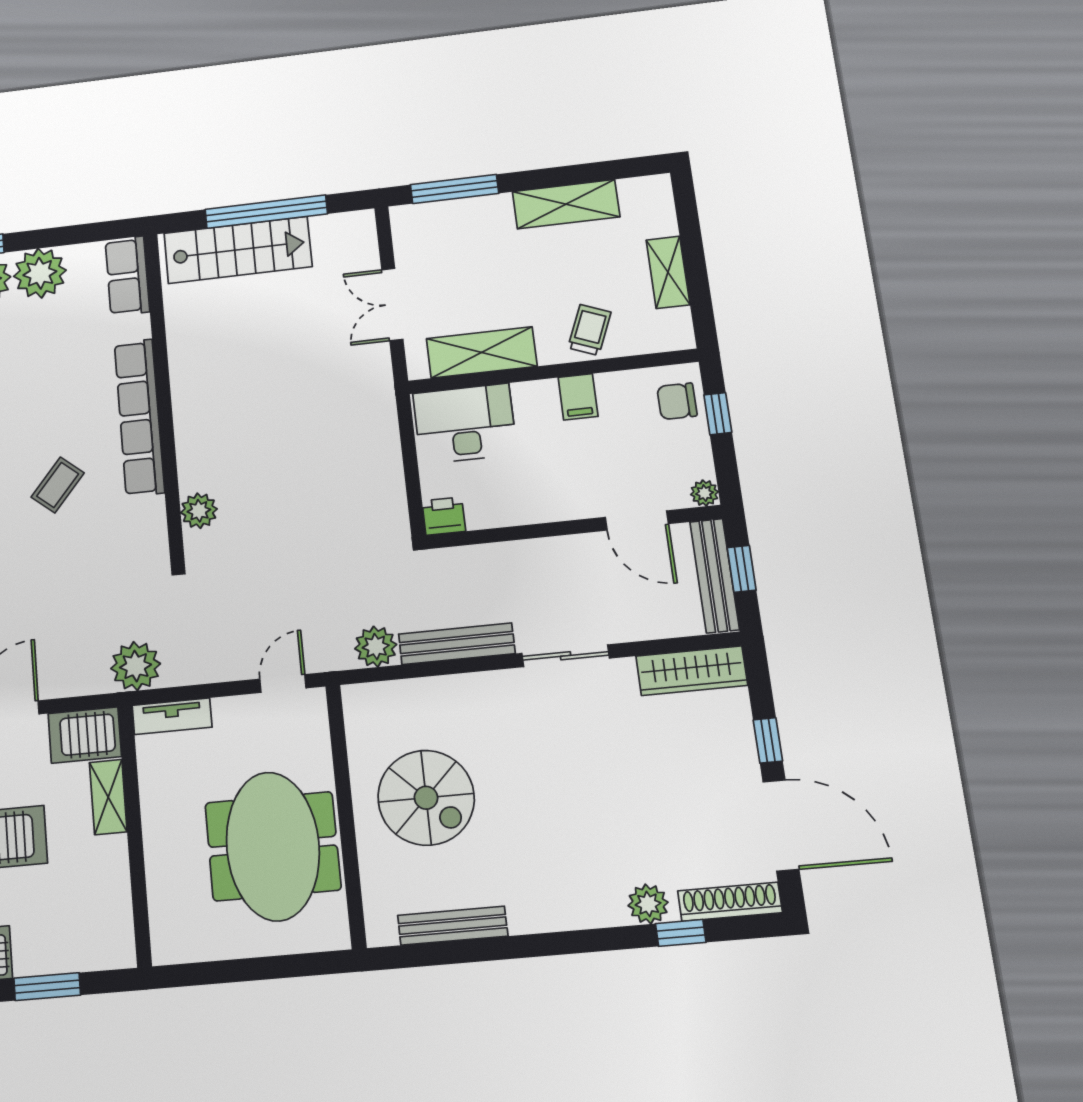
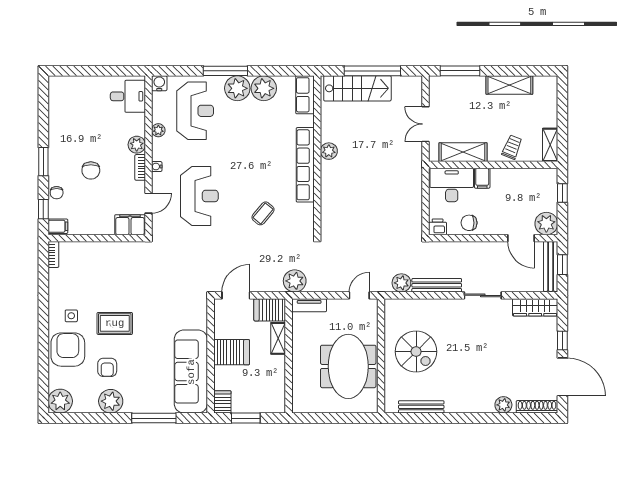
shelving: (668, 272) -> (550, 145), moved
filing cabinet: (578, 397) -> (482, 178), moved
chair: (677, 401) -> (469, 223), moved
coffee table: (58, 485) -> (263, 213), moved
plant: (705, 493) -> (546, 224), width x1.88, depth x1.88
plant: (199, 511) -> (329, 151), moved
window: (681, 933) -> (515, 418), removed

